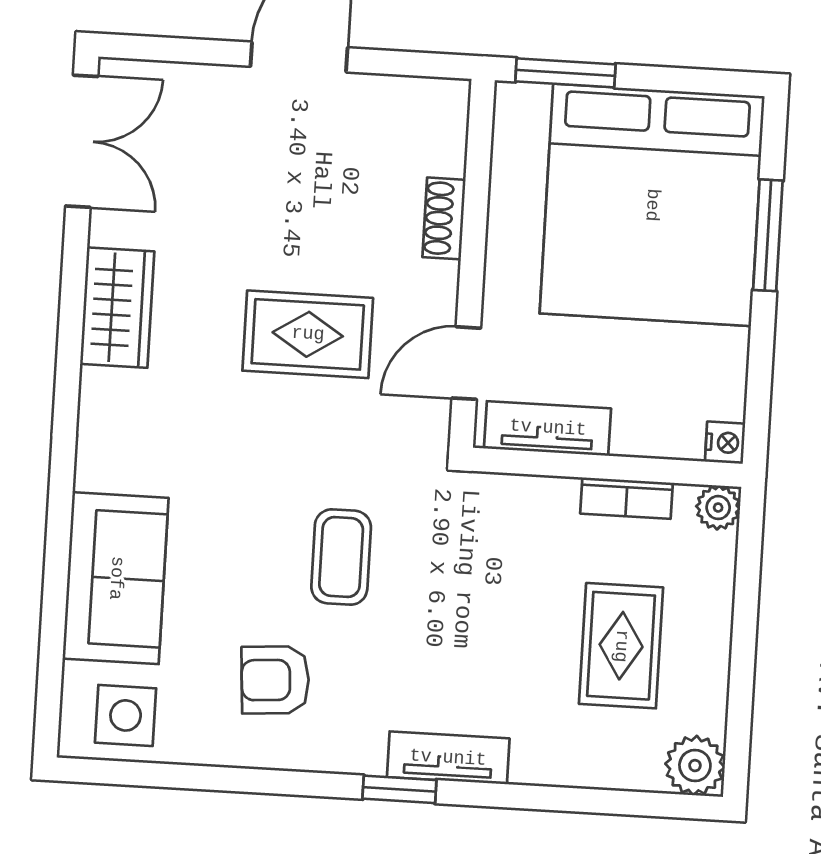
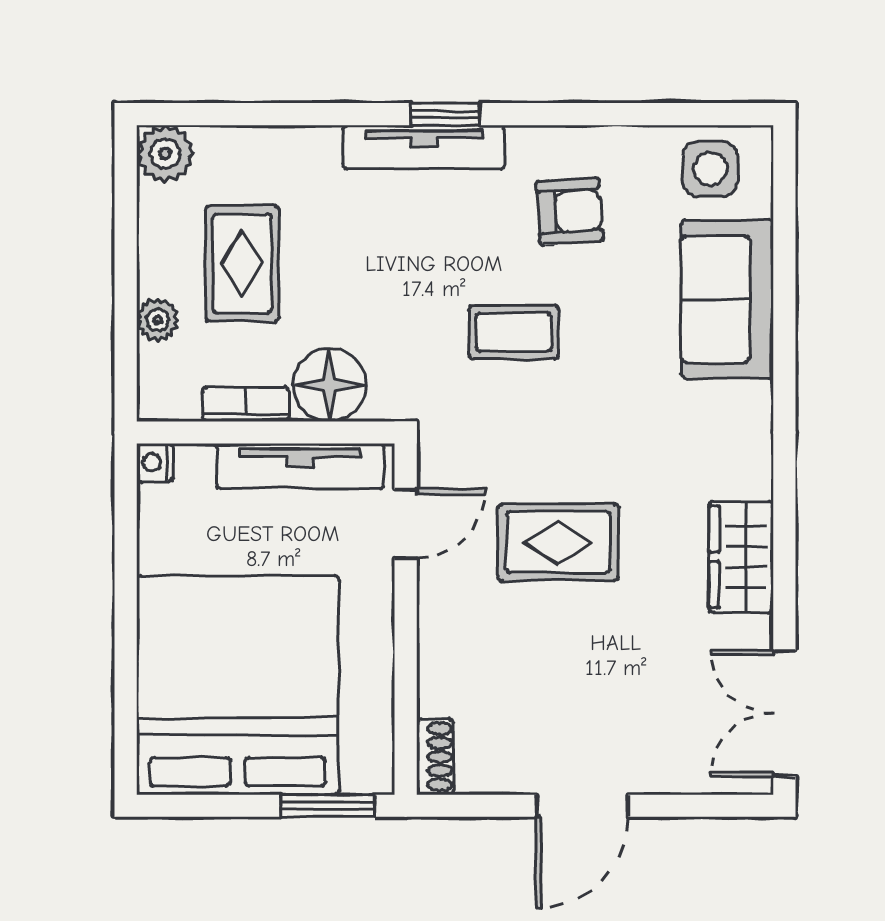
shoe rack: (444, 218) -> (435, 757), moved
window: (768, 235) -> (126, 663), removed
tv unit: (548, 428) -> (300, 466), width x1.41
plant: (718, 508) -> (158, 320), moved
floor lamp: (537, 513) -> (330, 385), added
coffee table: (341, 557) -> (514, 332), turned 90
tv unit: (448, 758) -> (424, 147), width x1.41

